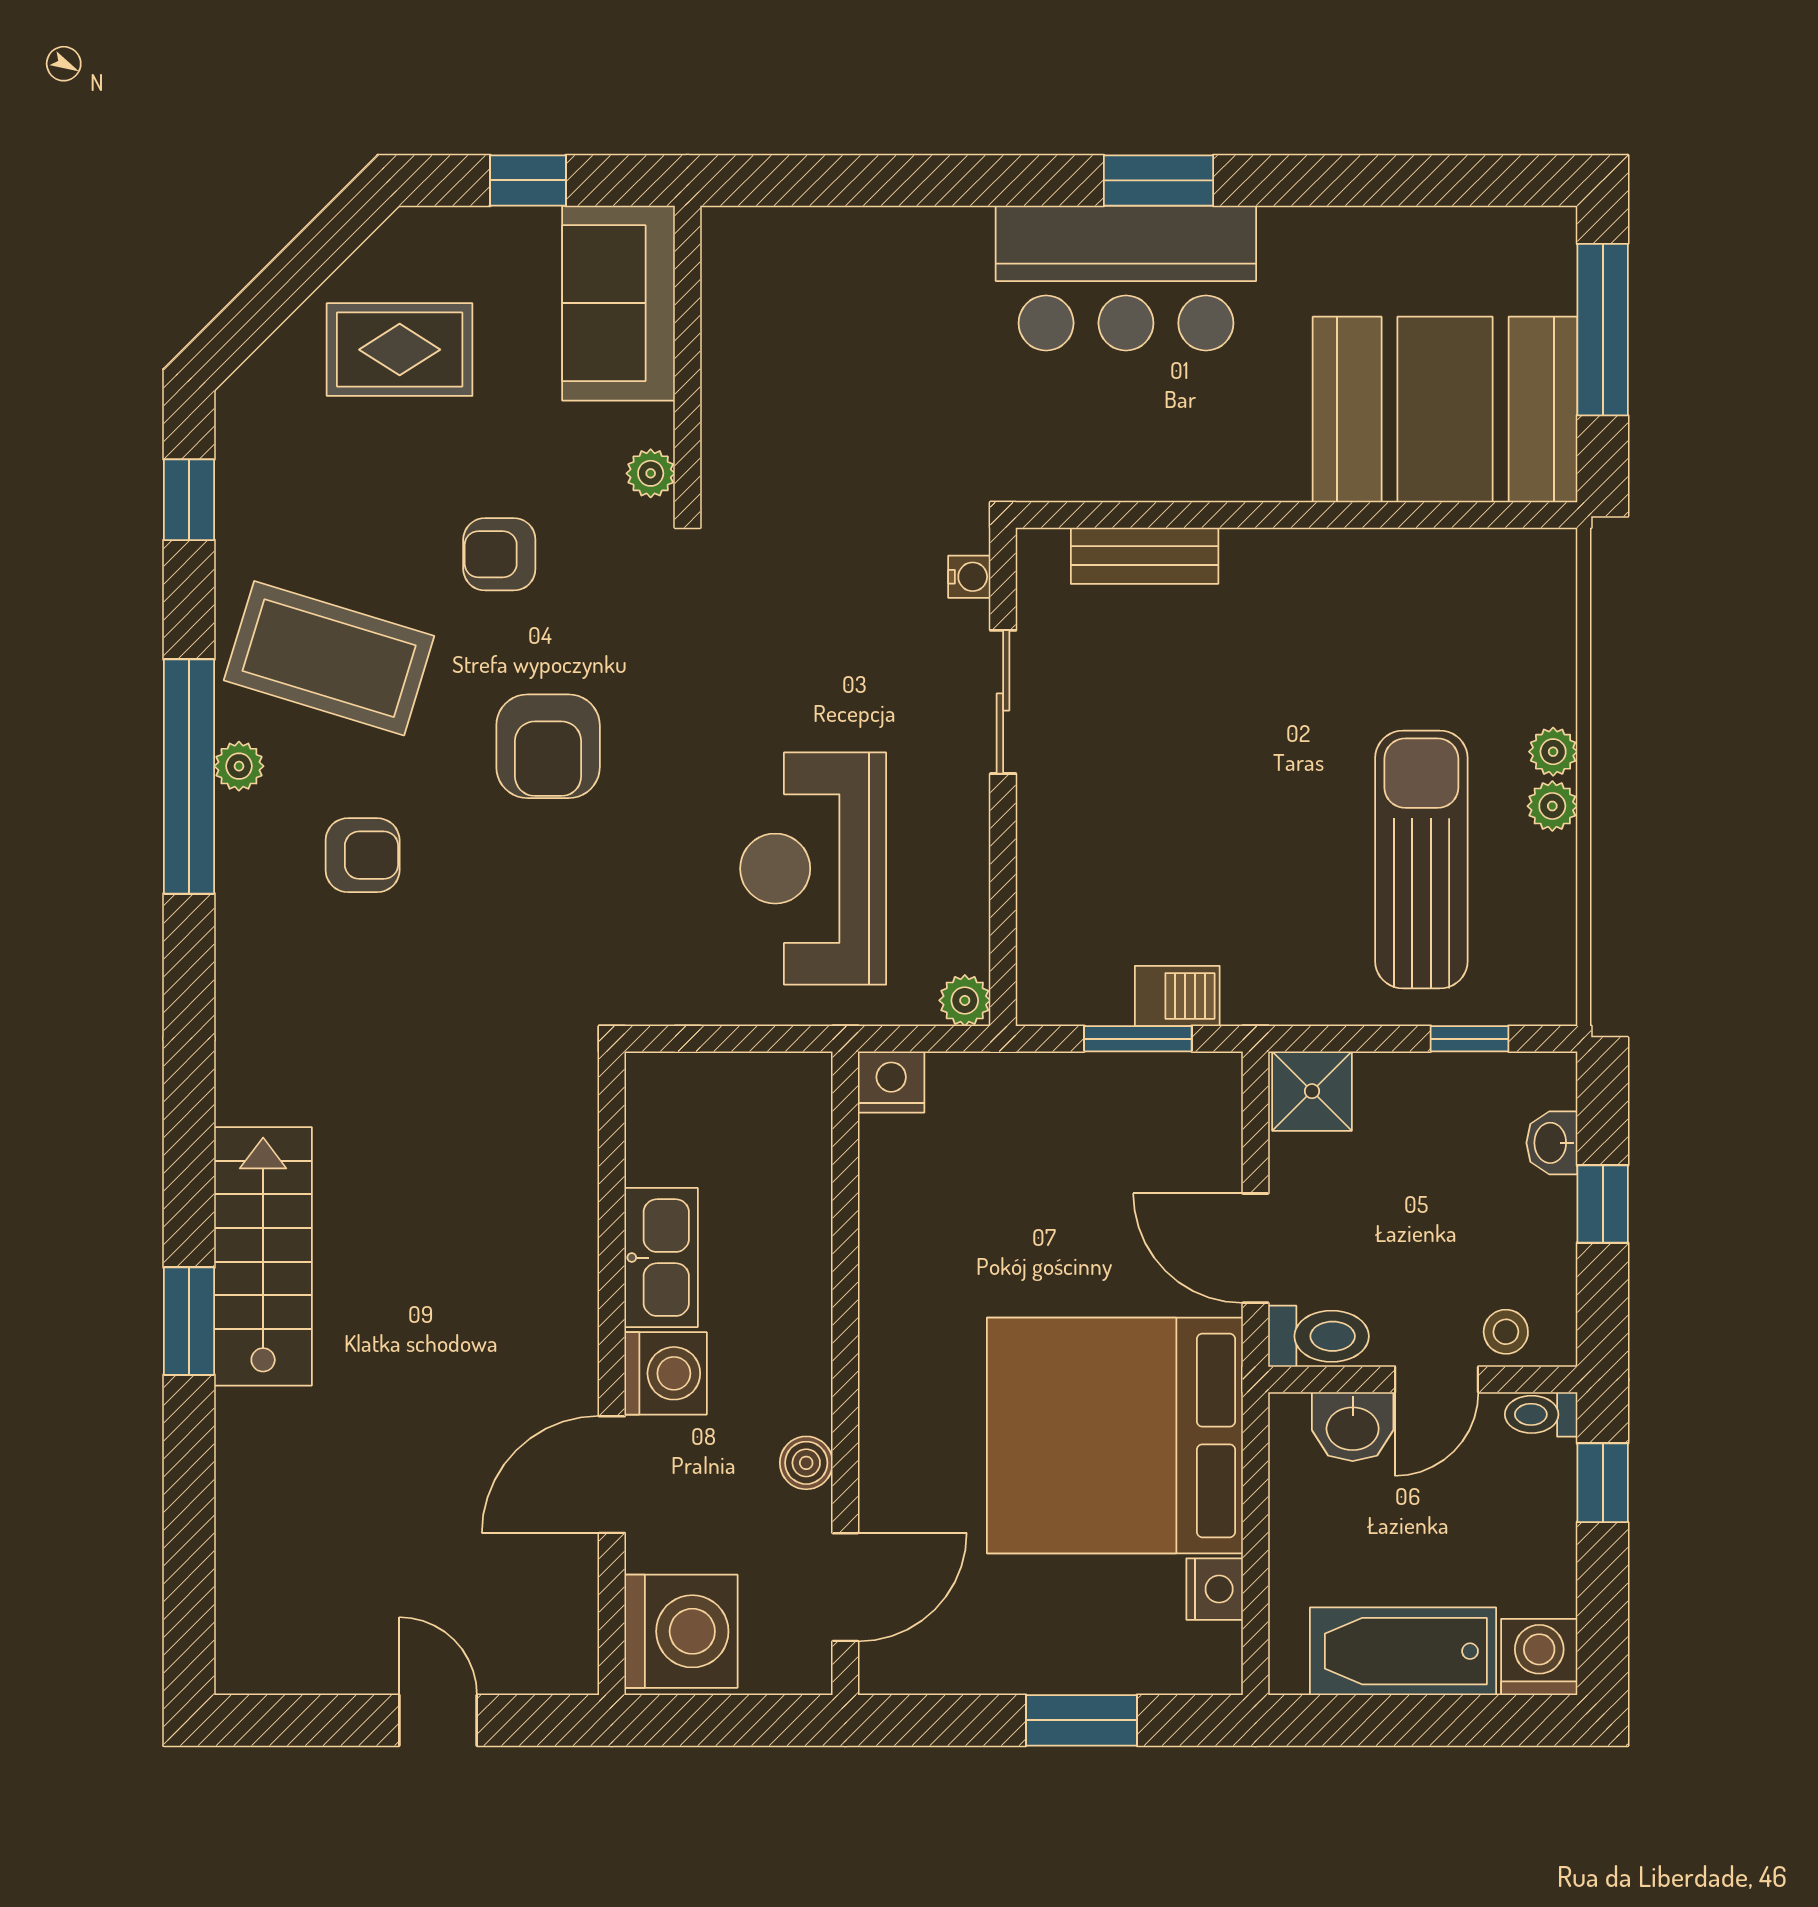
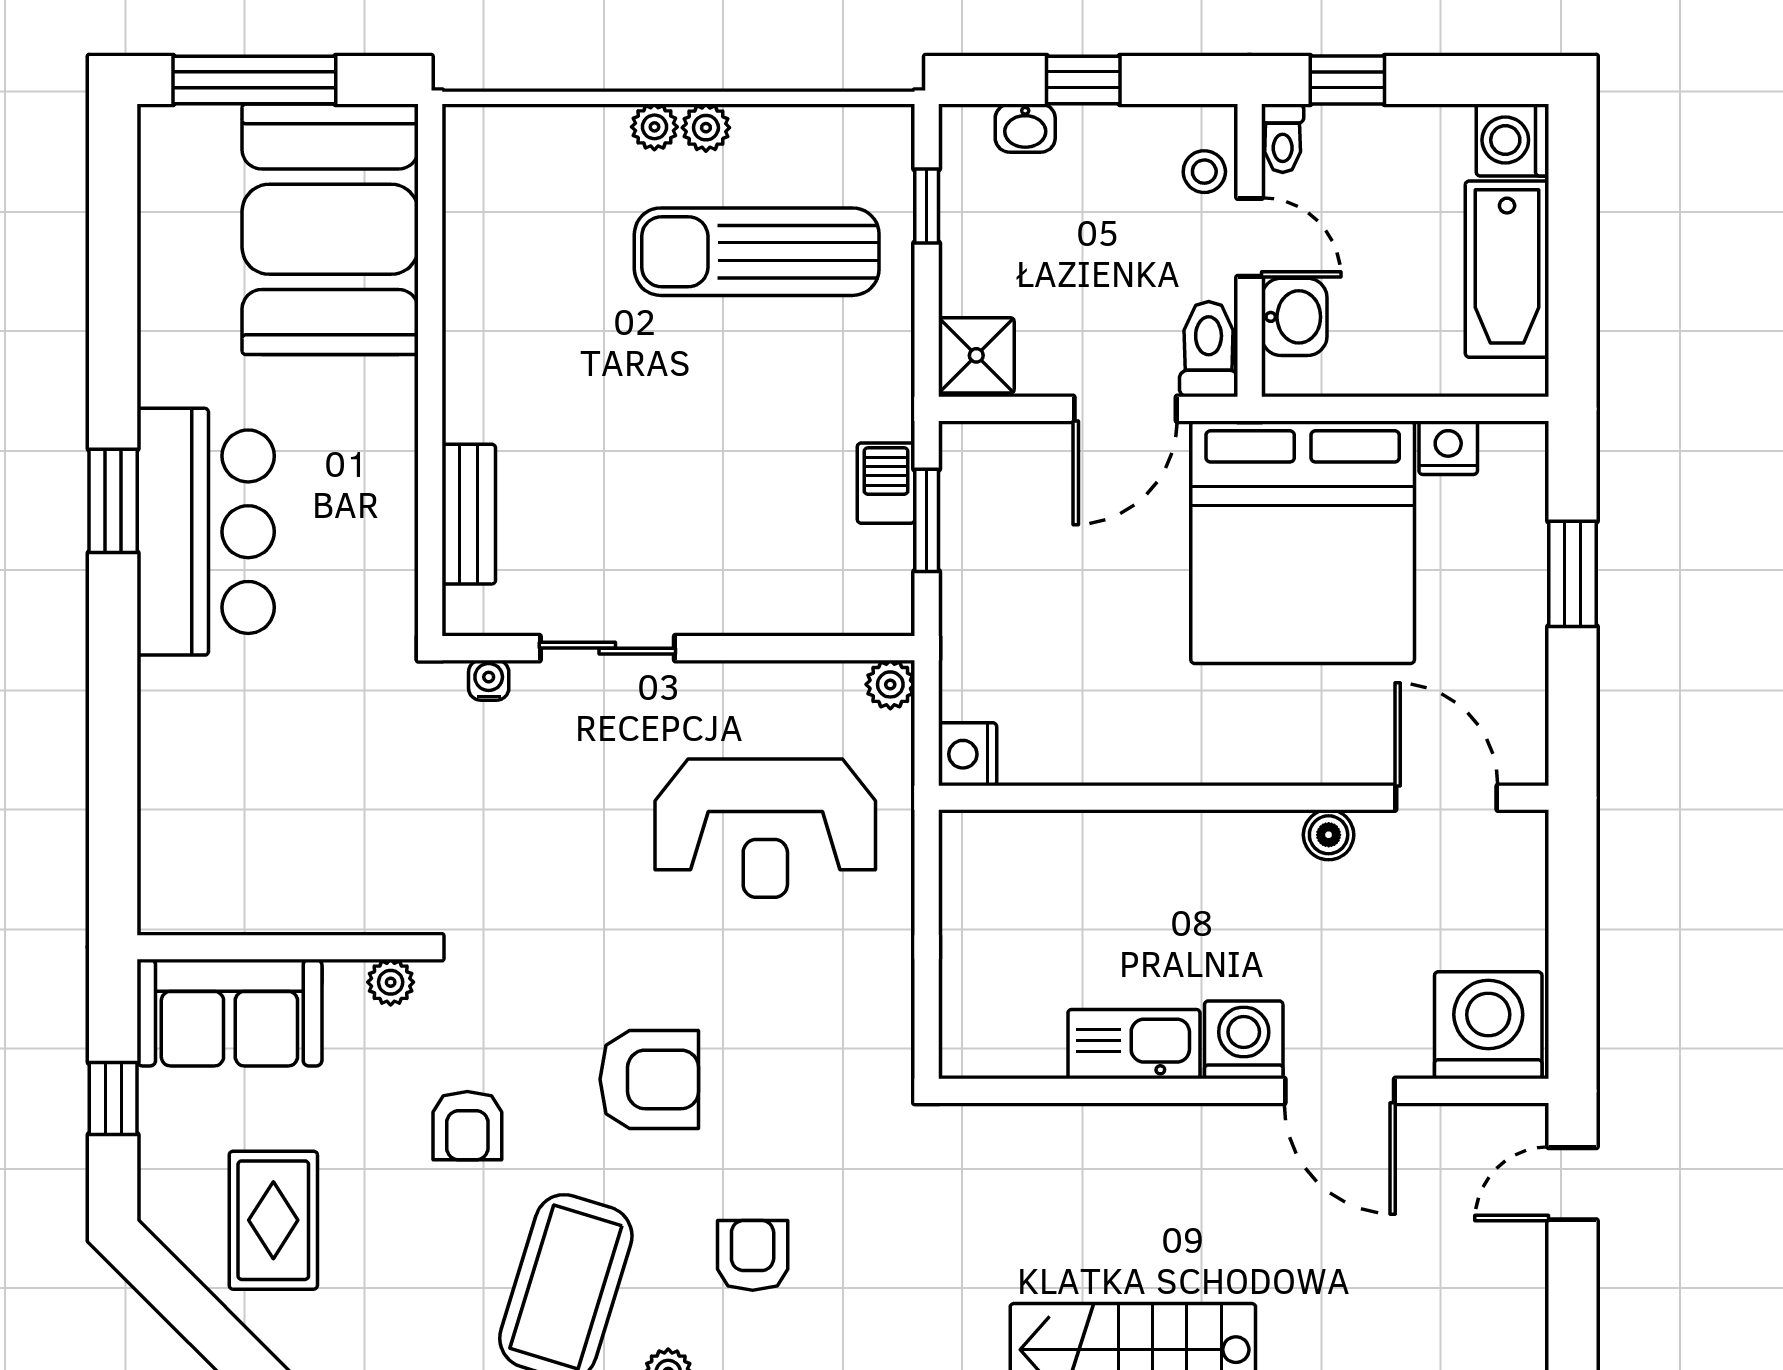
kitchen sink: (661, 1258) -> (1134, 1044), moved
wall: (612, 1373) -> (1244, 1091), moved
washing machine: (666, 1373) -> (1244, 1040), moved
door: (612, 1475) -> (1340, 1091), moved
washing machine: (681, 1631) -> (1488, 1025), moved

